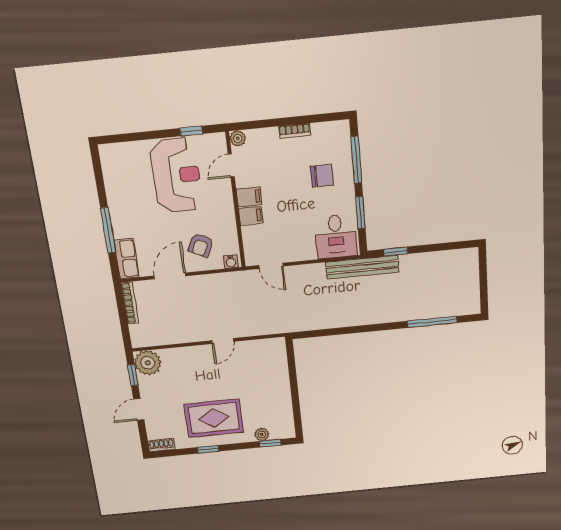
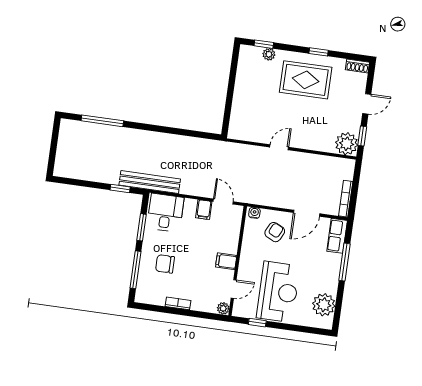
plant: (117, 173) -> (324, 305), added
reception desk: (176, 175) -> (278, 292), turned 180
filing cabinet: (251, 216) -> (204, 210), moved, turned -90

